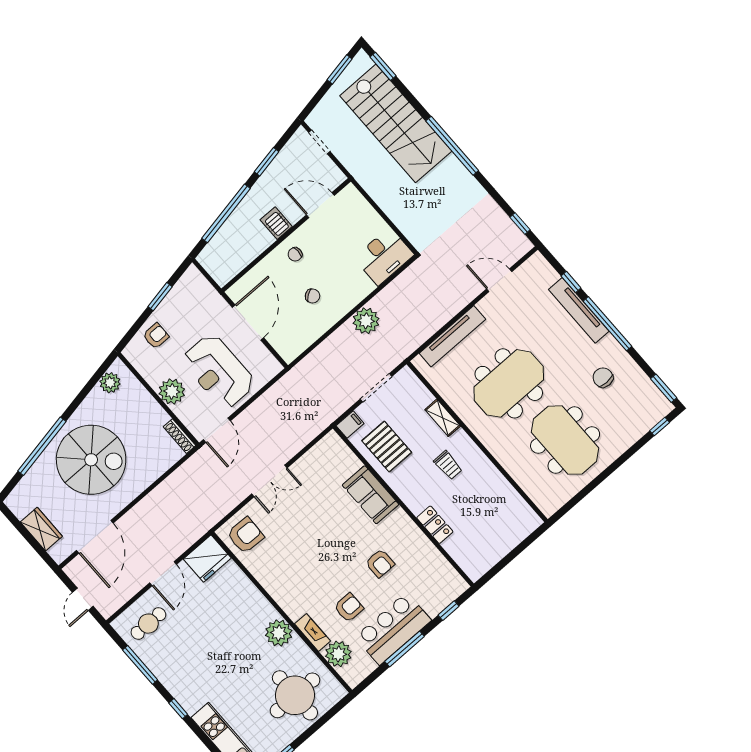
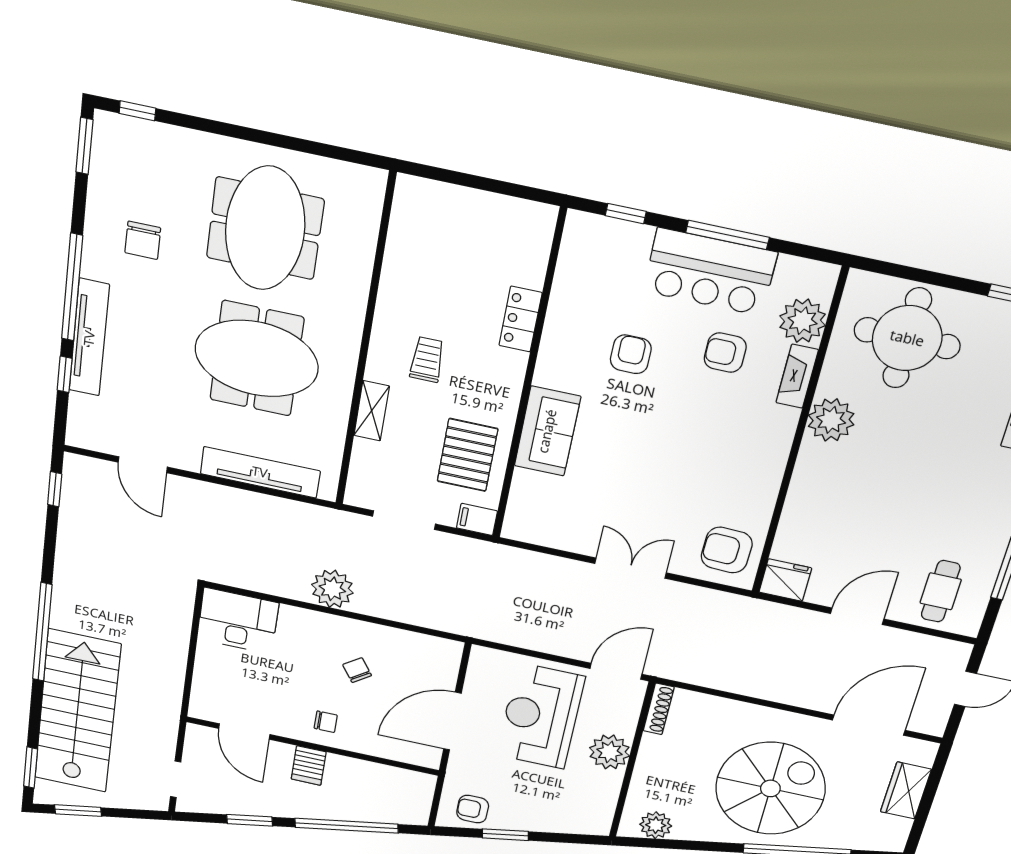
armchair: (156, 336) -> (473, 809), moved
reception desk: (218, 371) -> (541, 716), turned 180
spiral stairs: (91, 460) -> (770, 788), turned 90
fridge: (207, 558) -> (785, 580), width x0.73, depth x0.75
cafe table: (148, 624) -> (941, 591), turned 90

